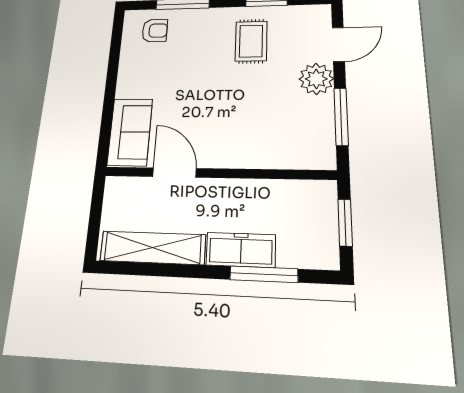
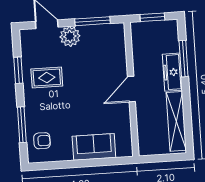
armchair: (155, 31) -> (42, 141), turned 90
sofa: (130, 132) -> (94, 147), moved
door: (174, 173) -> (131, 89), moved

